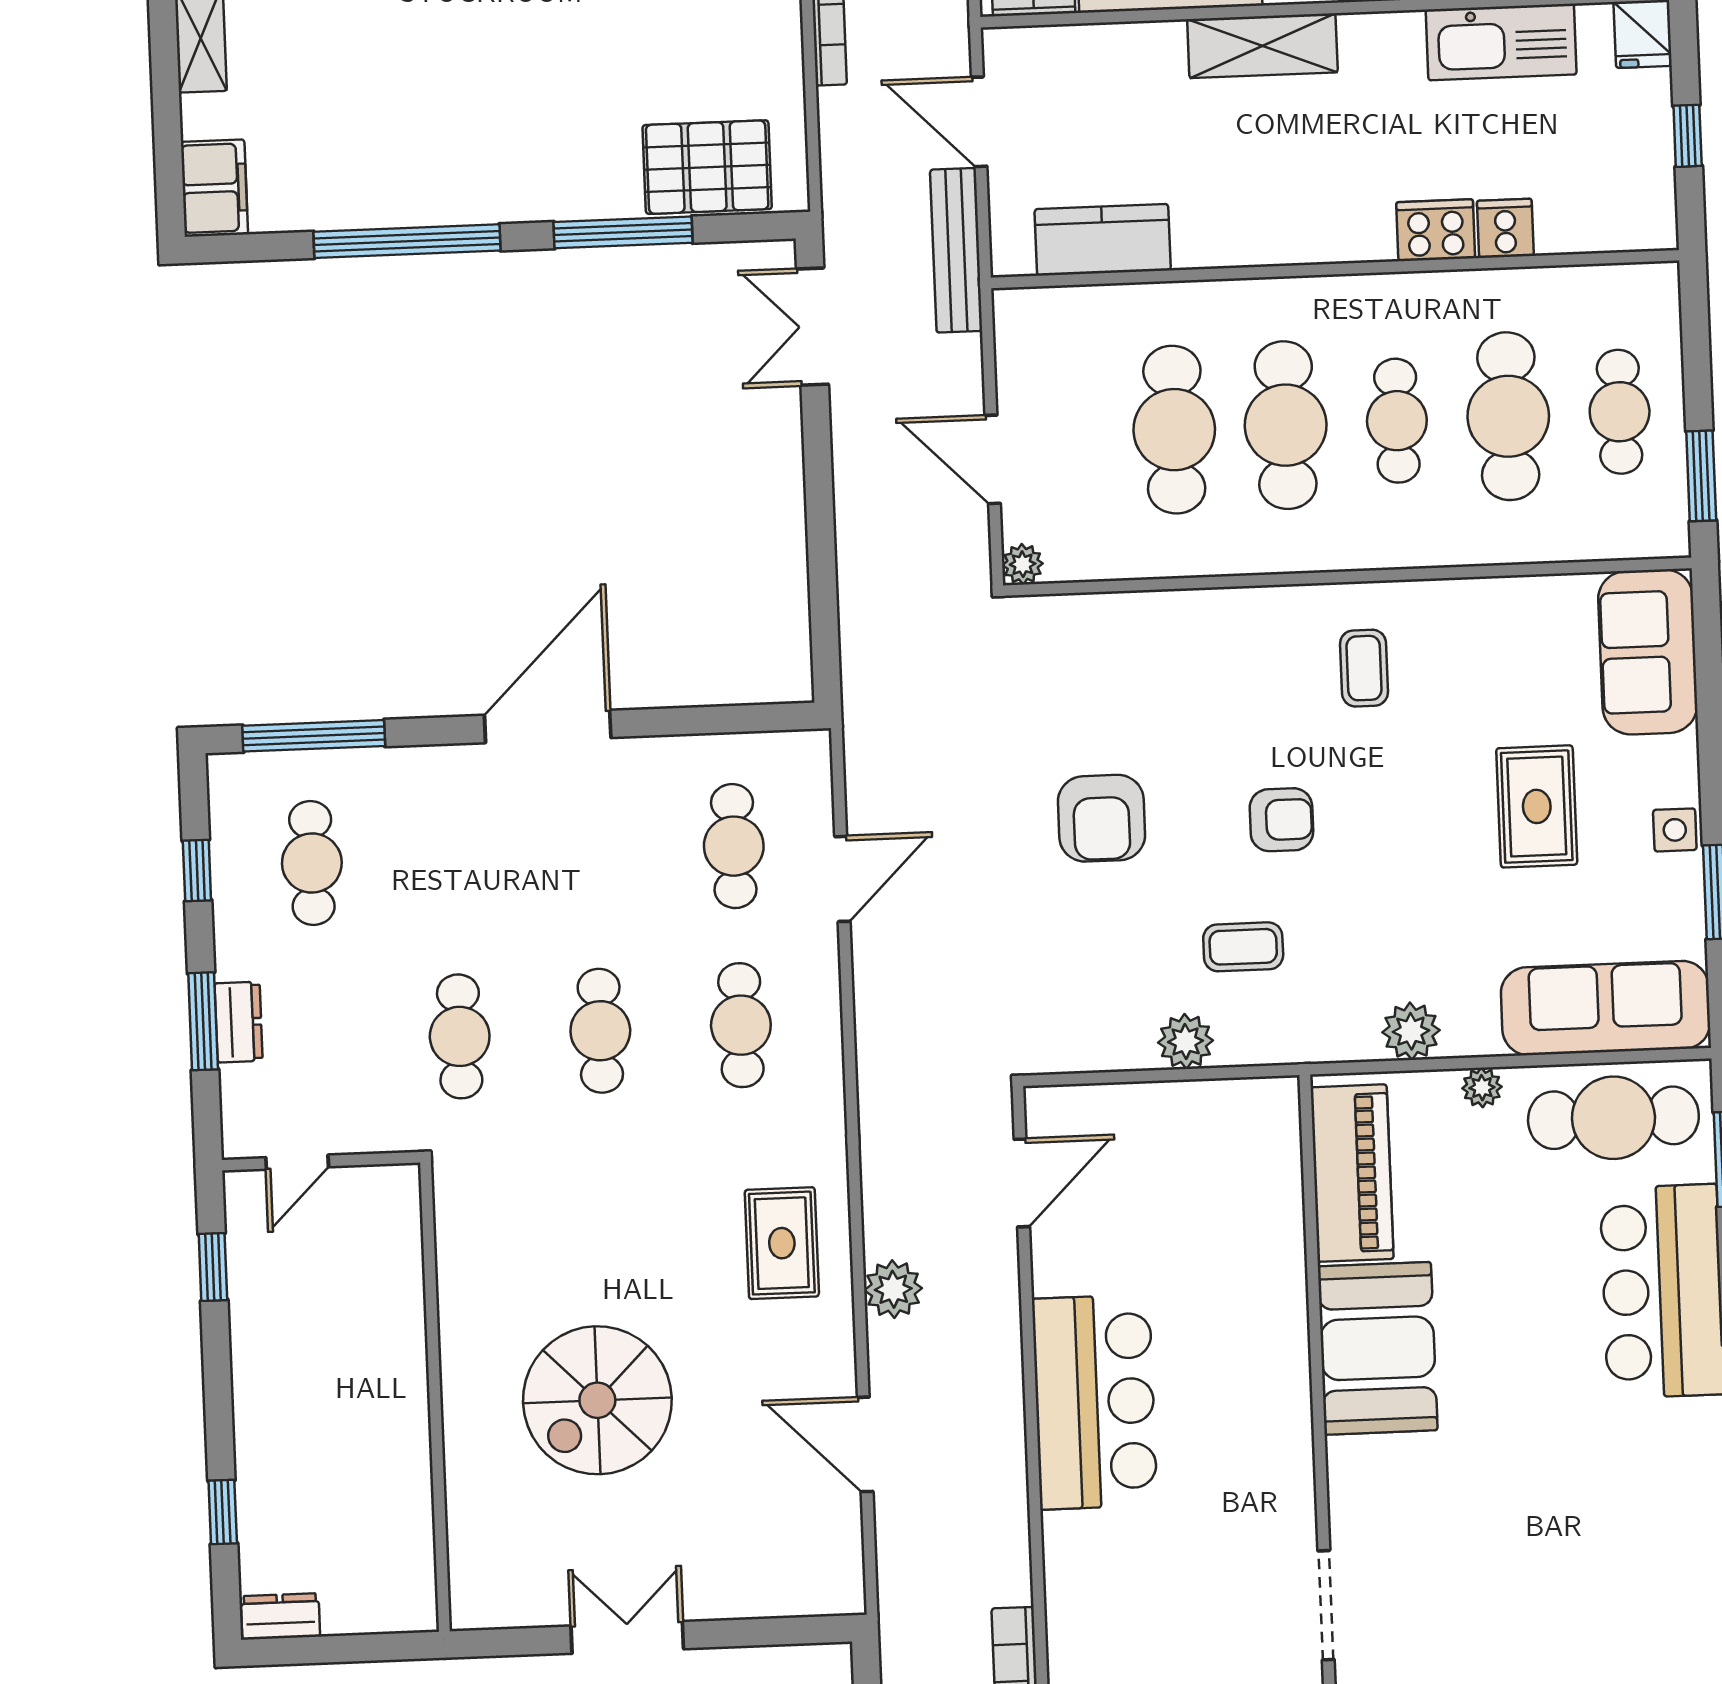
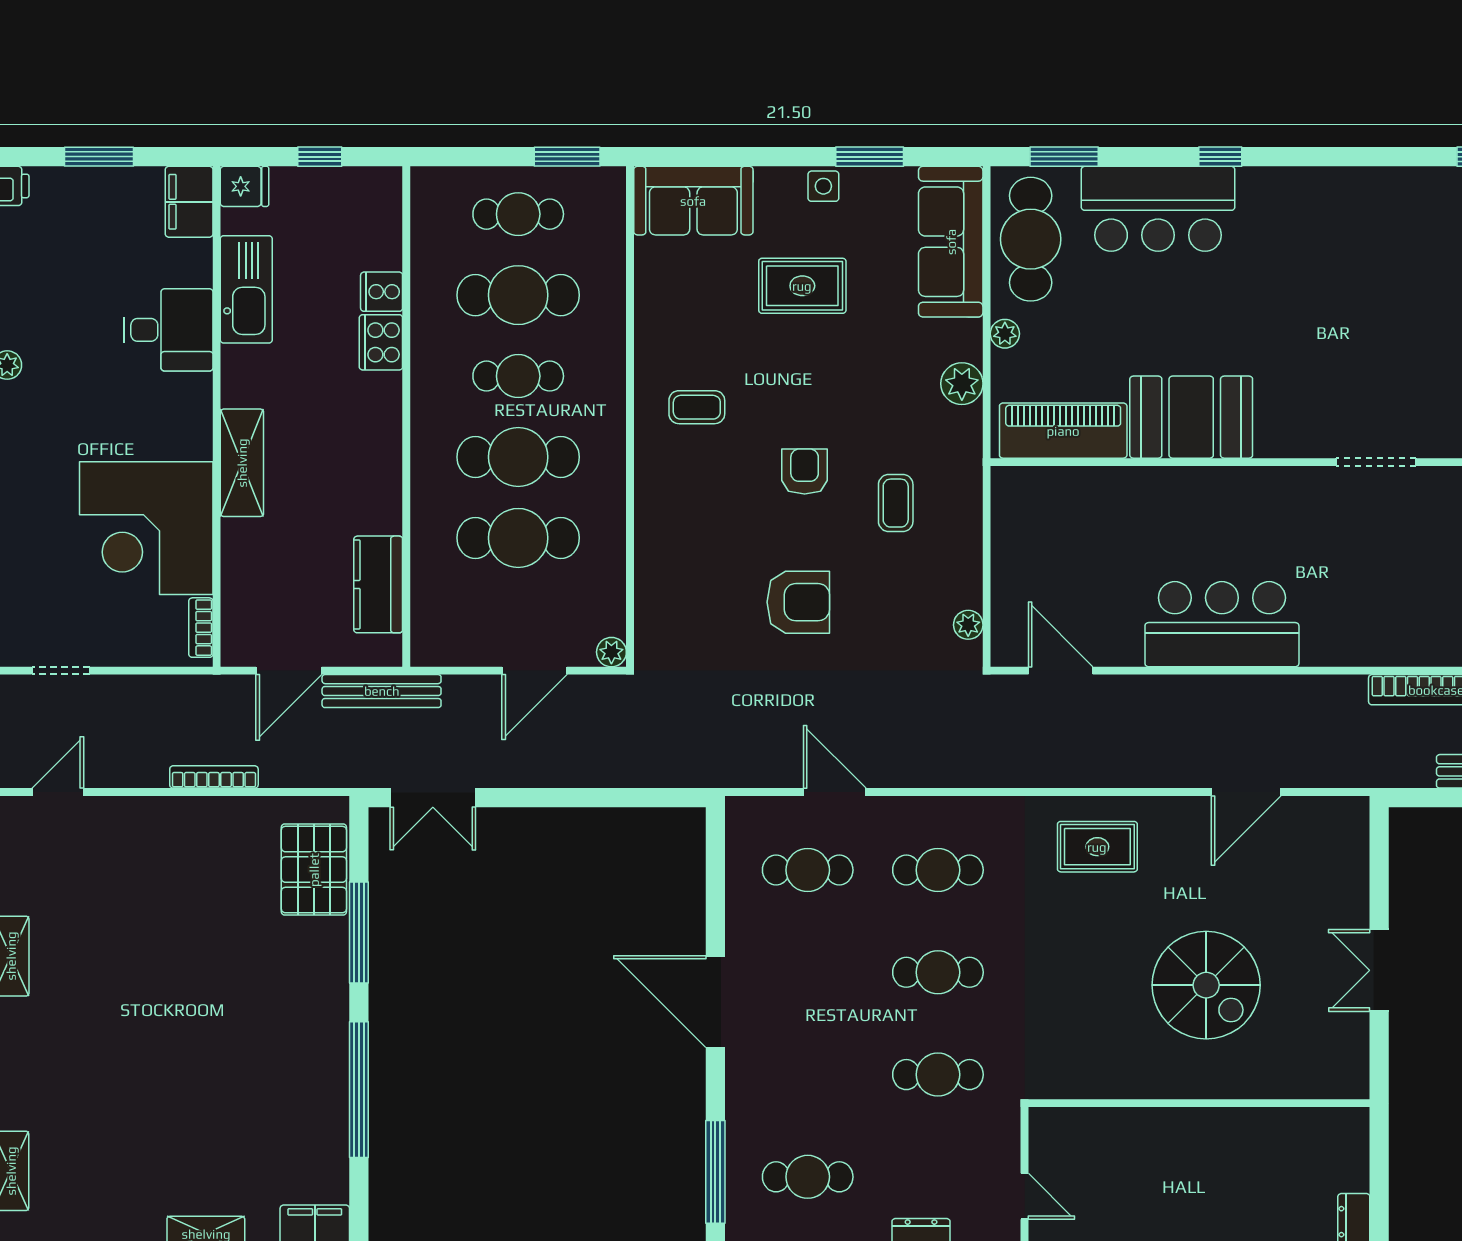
plant: (1186, 1041) -> (968, 625), moved, width x0.73, depth x0.73
plant: (893, 1289) -> (1134, 767), removed

